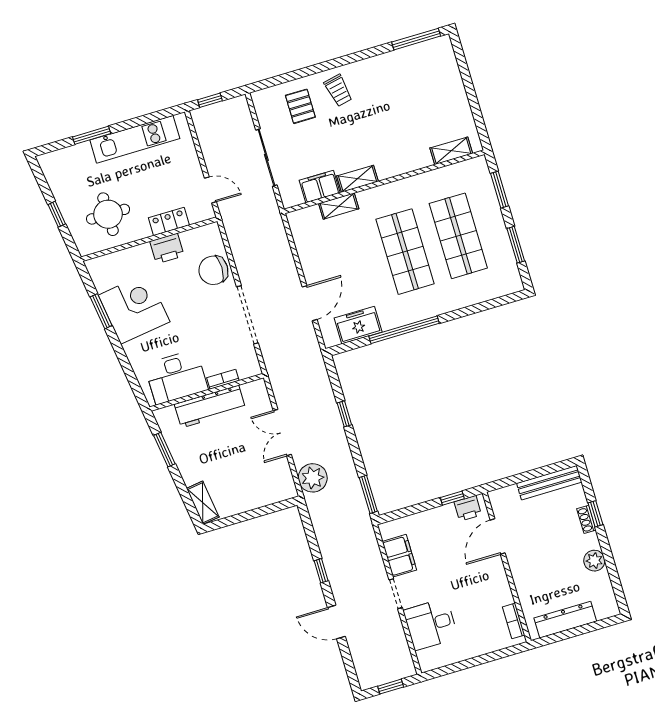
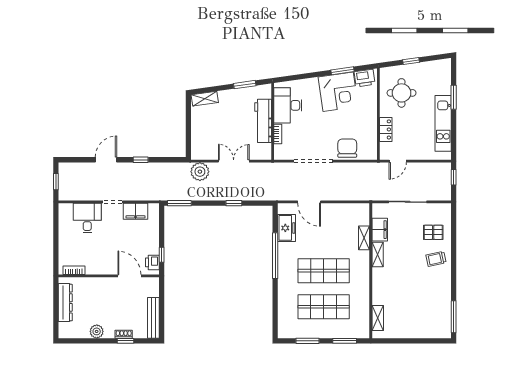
printer: (167, 248) -> (365, 78), moved, turned -98

